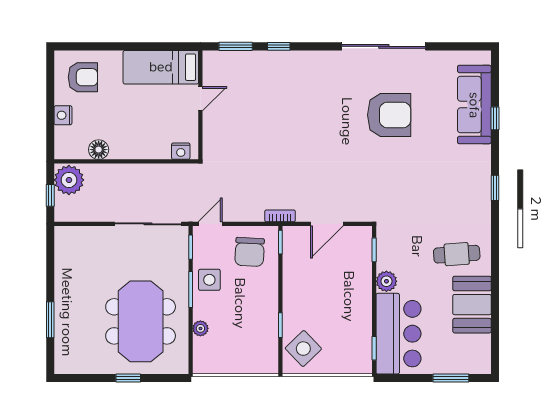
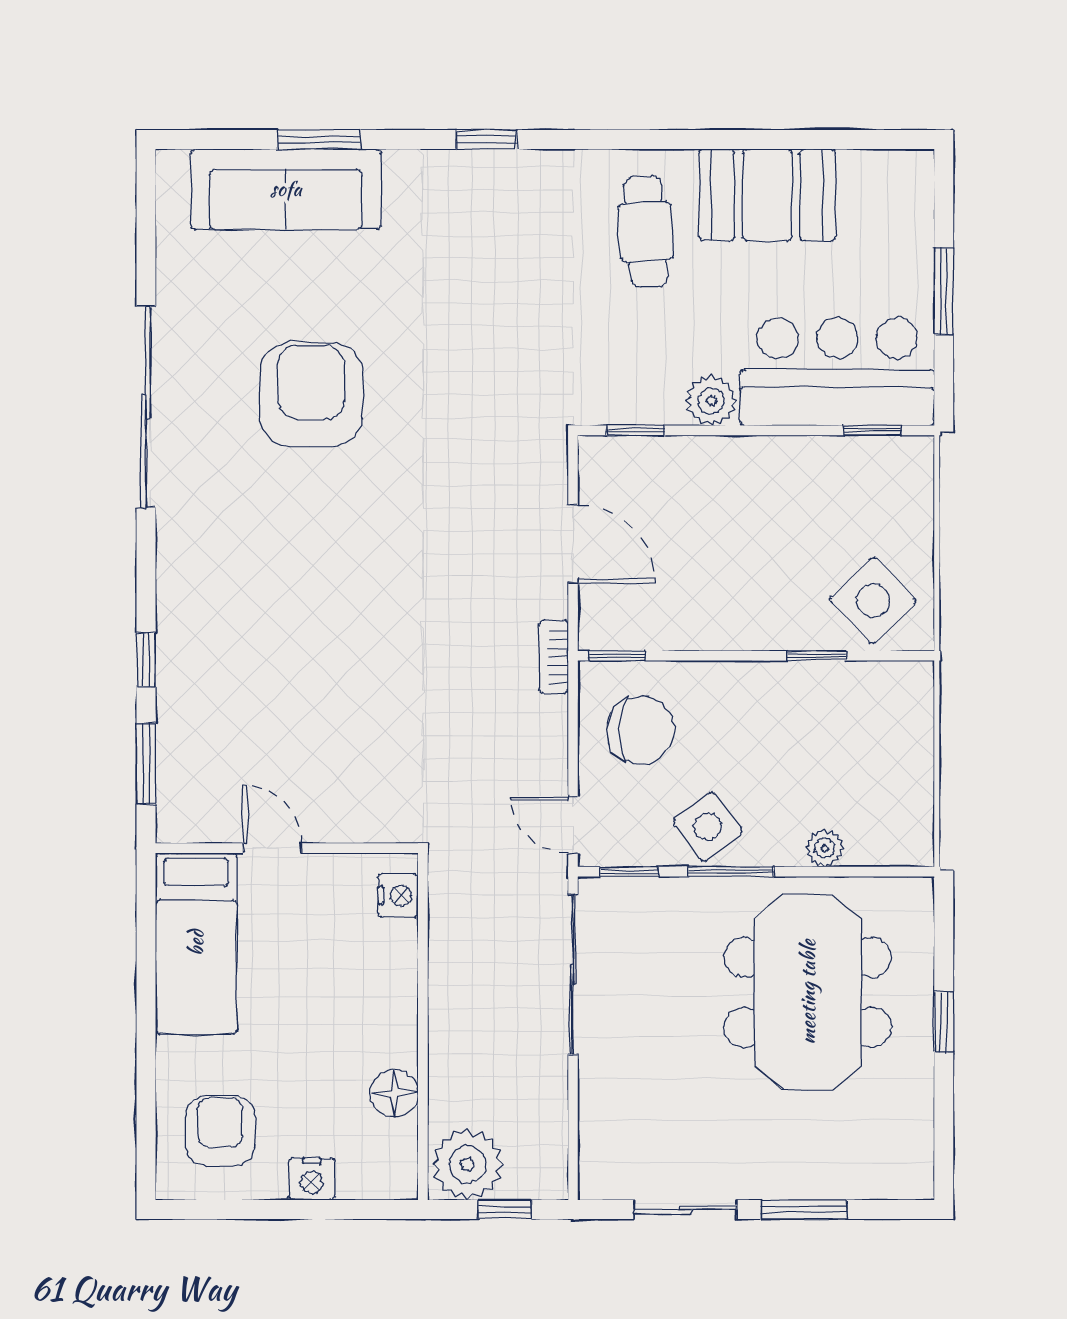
window: (495, 118) -> (319, 139), width x1.50
sliding door: (50, 271) -> (685, 1210), added
side table: (209, 280) -> (708, 827), turned -38
meeting table: (141, 321) -> (808, 992), turned 90
window: (451, 378) -> (944, 291), moved

